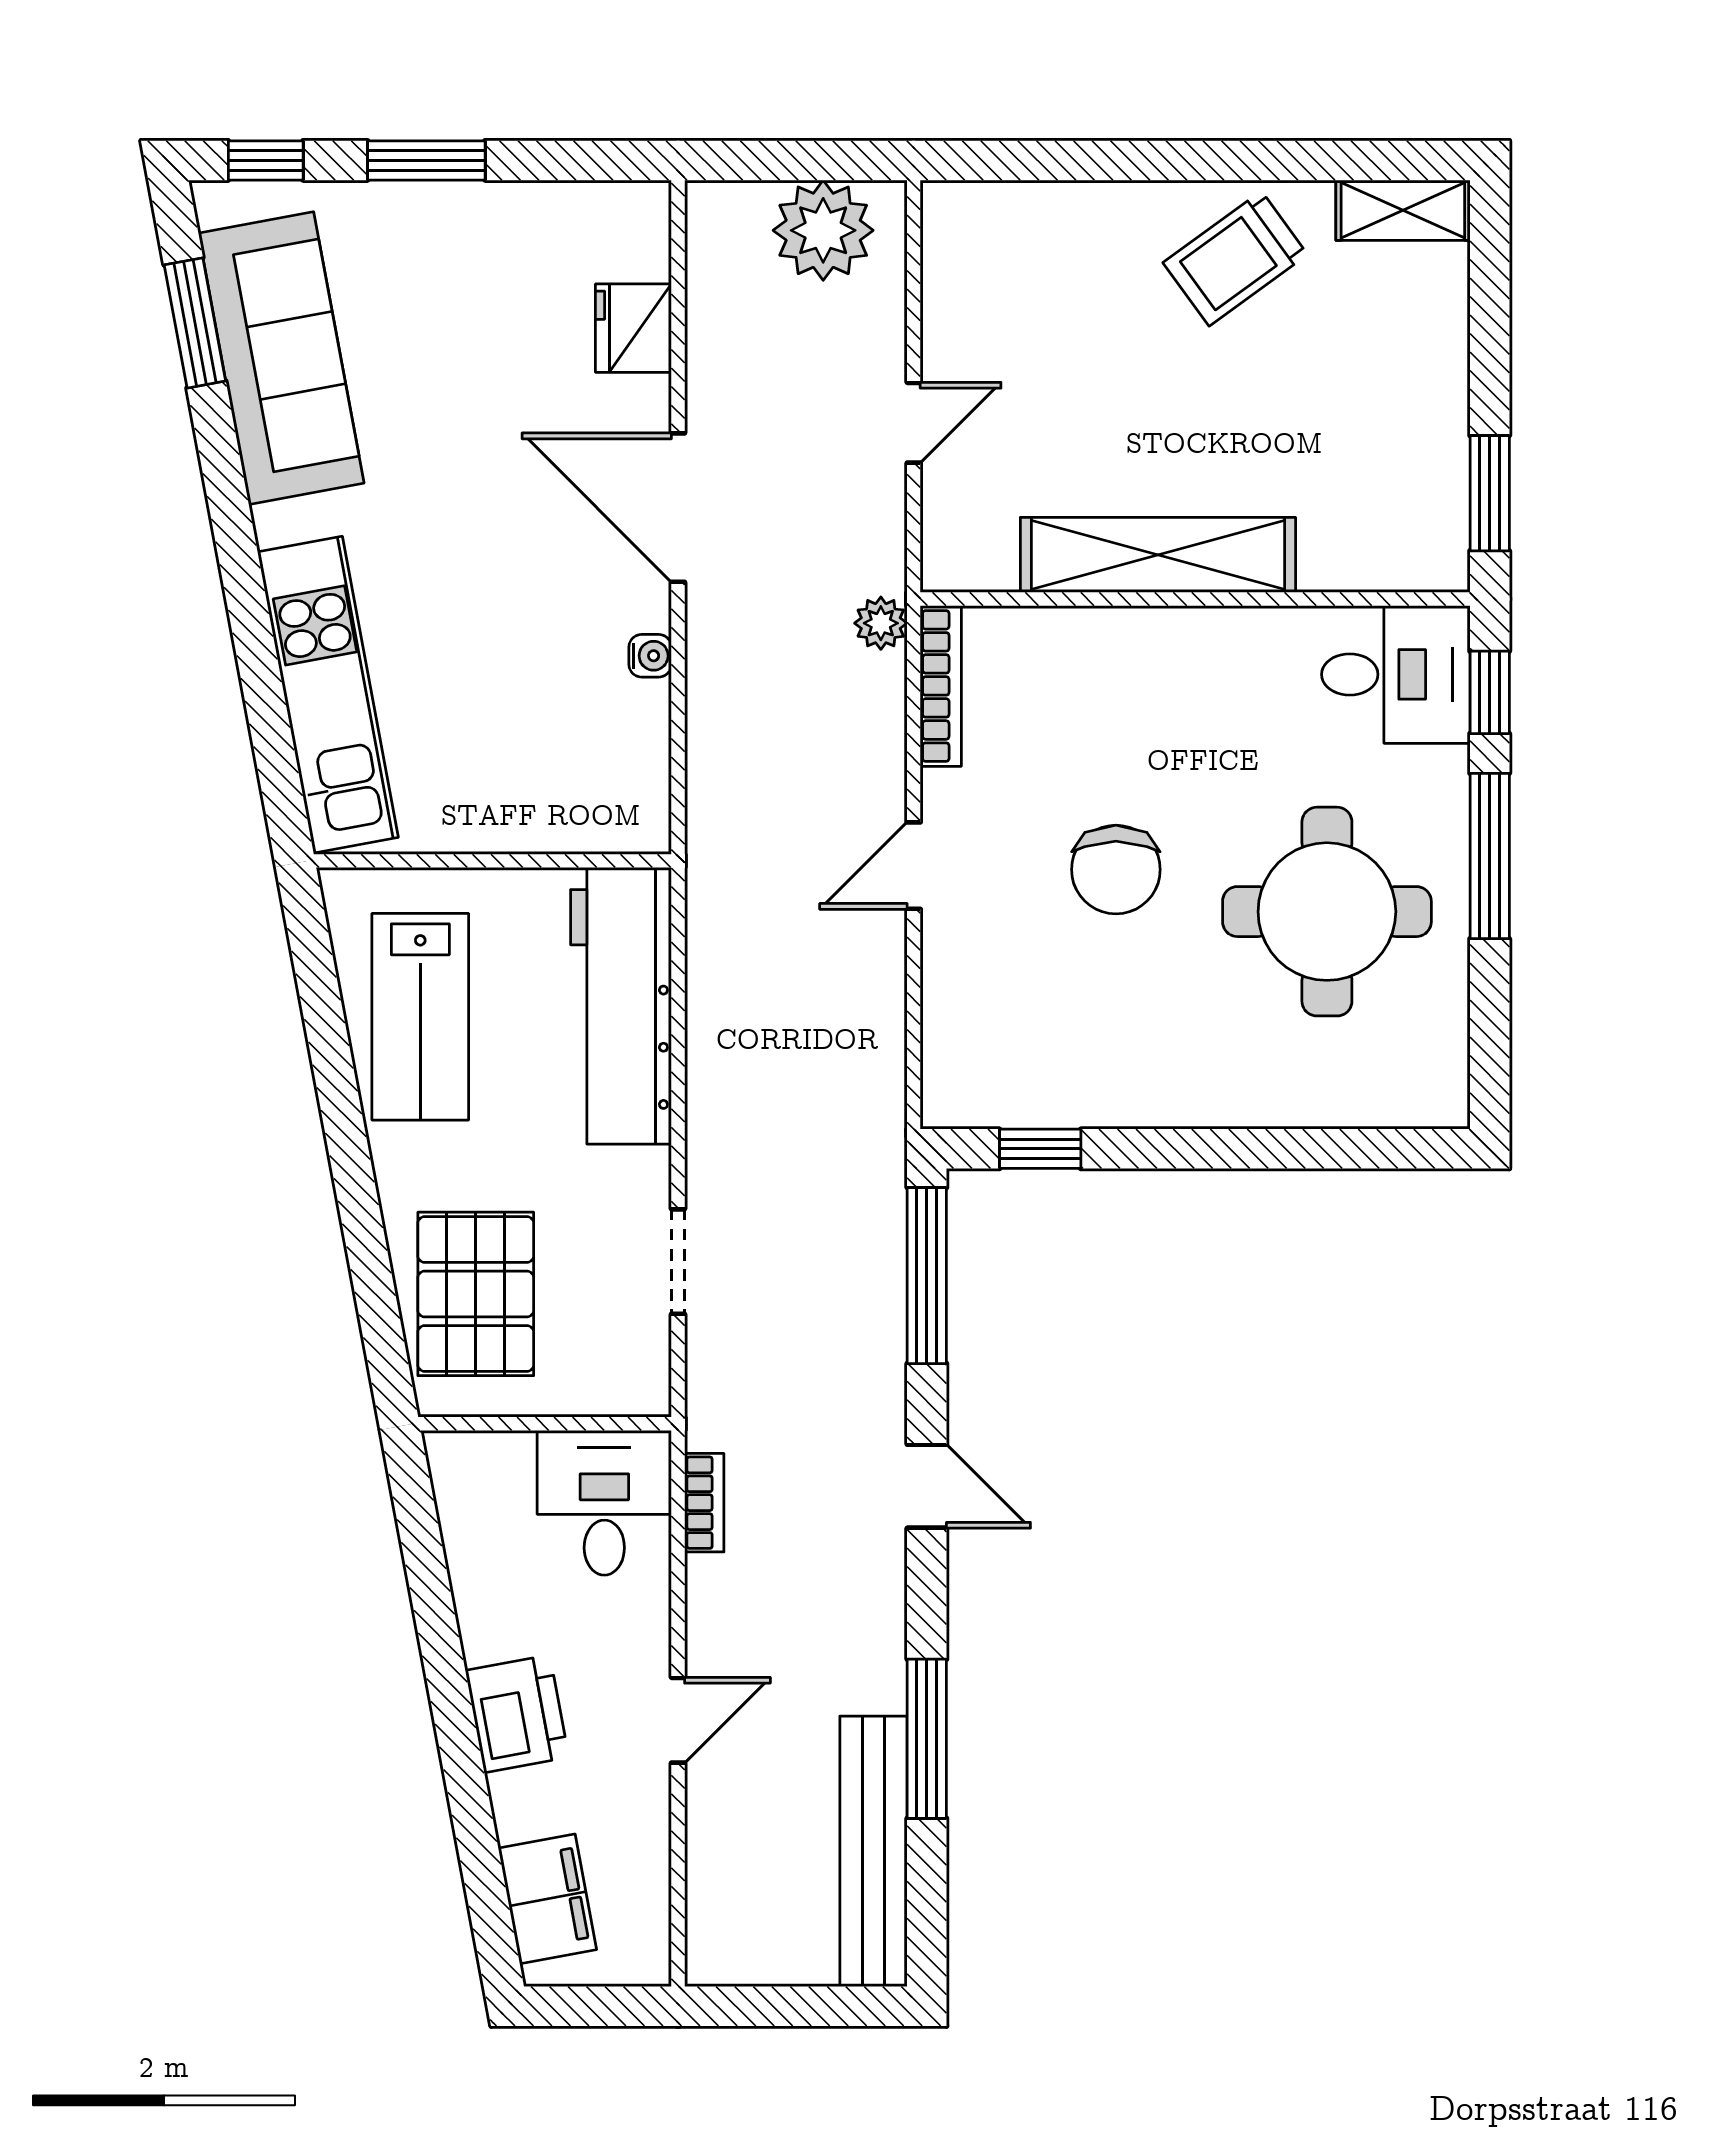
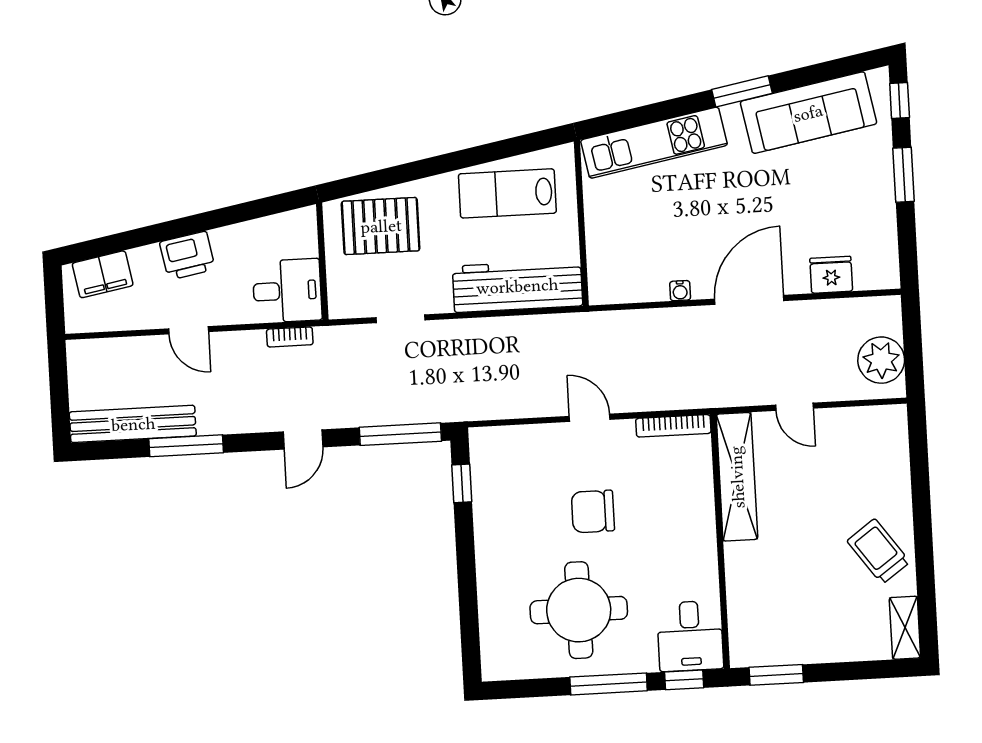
window: (195, 323) -> (742, 91), moved
shelving: (1158, 555) -> (737, 477), moved
plant: (881, 623) -> (701, 397), removed

